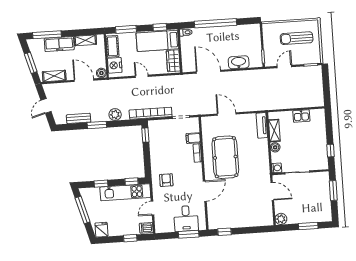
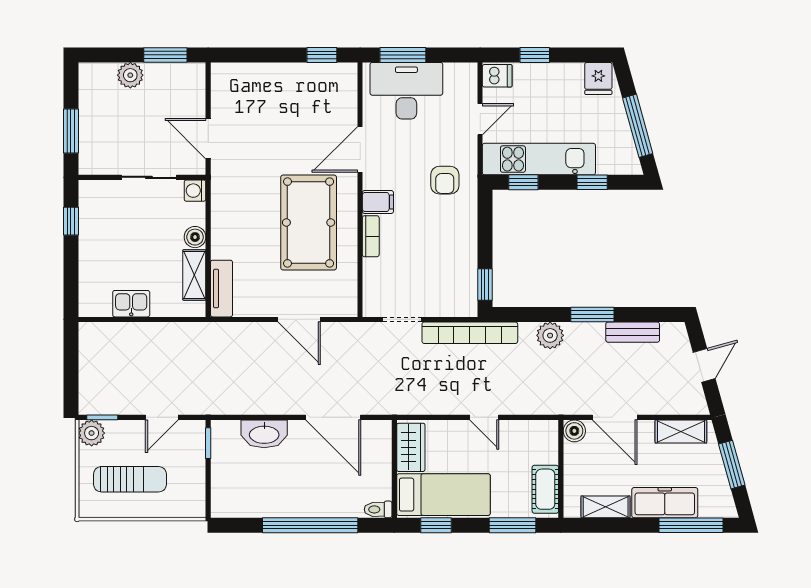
plant: (315, 57) -> (92, 433), added
nightstand: (115, 65) -> (543, 446), removed
filing cabinet: (193, 138) -> (378, 202), moved
desk: (186, 218) -> (406, 91), width x1.37
plant: (281, 219) -> (130, 75), moved
window: (308, 226) -> (165, 55), moved

